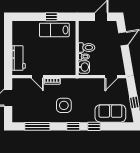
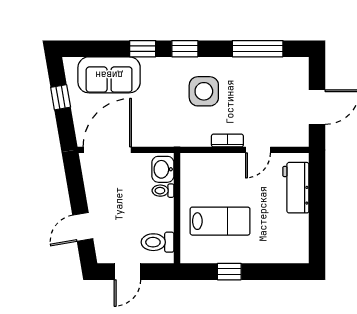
lab bench: (54, 30) -> (220, 221), moved
toilet: (87, 48) -> (158, 242), moved
door: (37, 77) -> (258, 150), swing flipped
door: (111, 77) -> (107, 150), width x1.88

